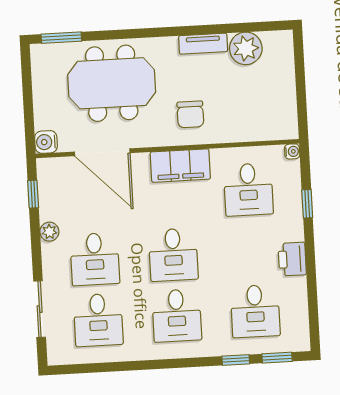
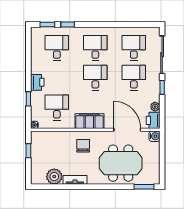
window: (301, 98) -> (28, 151), added
printer: (50, 174) -> (153, 120), added
window: (33, 194) -> (162, 87), moved
plant: (49, 232) -> (155, 107), moved
printer: (292, 259) -> (37, 82), moved
sliding door: (40, 309) -> (162, 55), width x1.37

